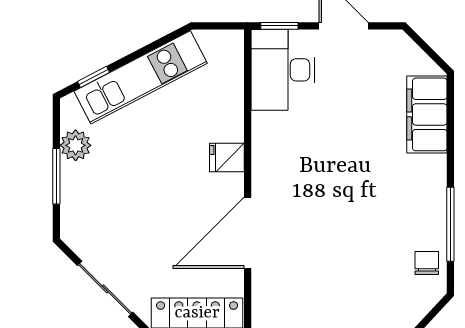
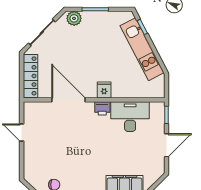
desk: (283, 70) -> (130, 117), moved
plant: (76, 145) -> (74, 18), moved
printer: (265, 161) -> (102, 108), added

